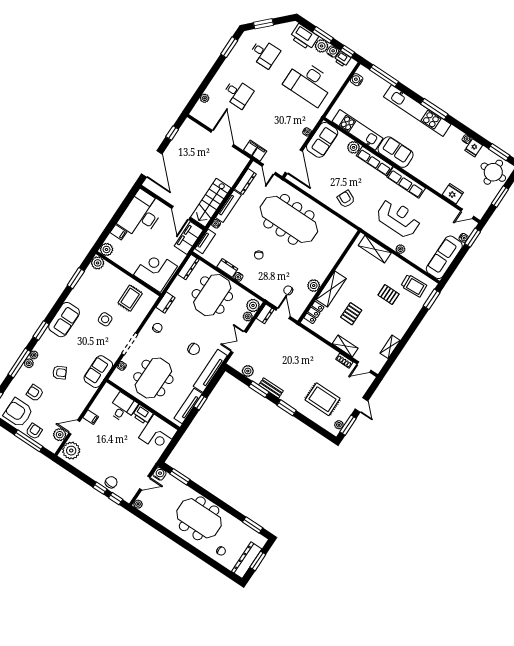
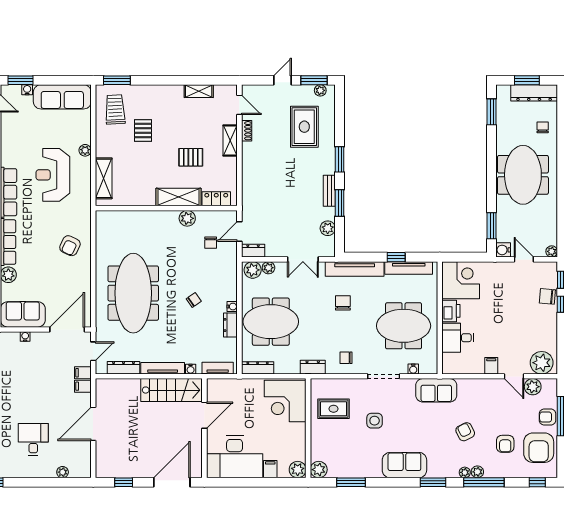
filing cabinet: (189, 238) -> (226, 388), removed

